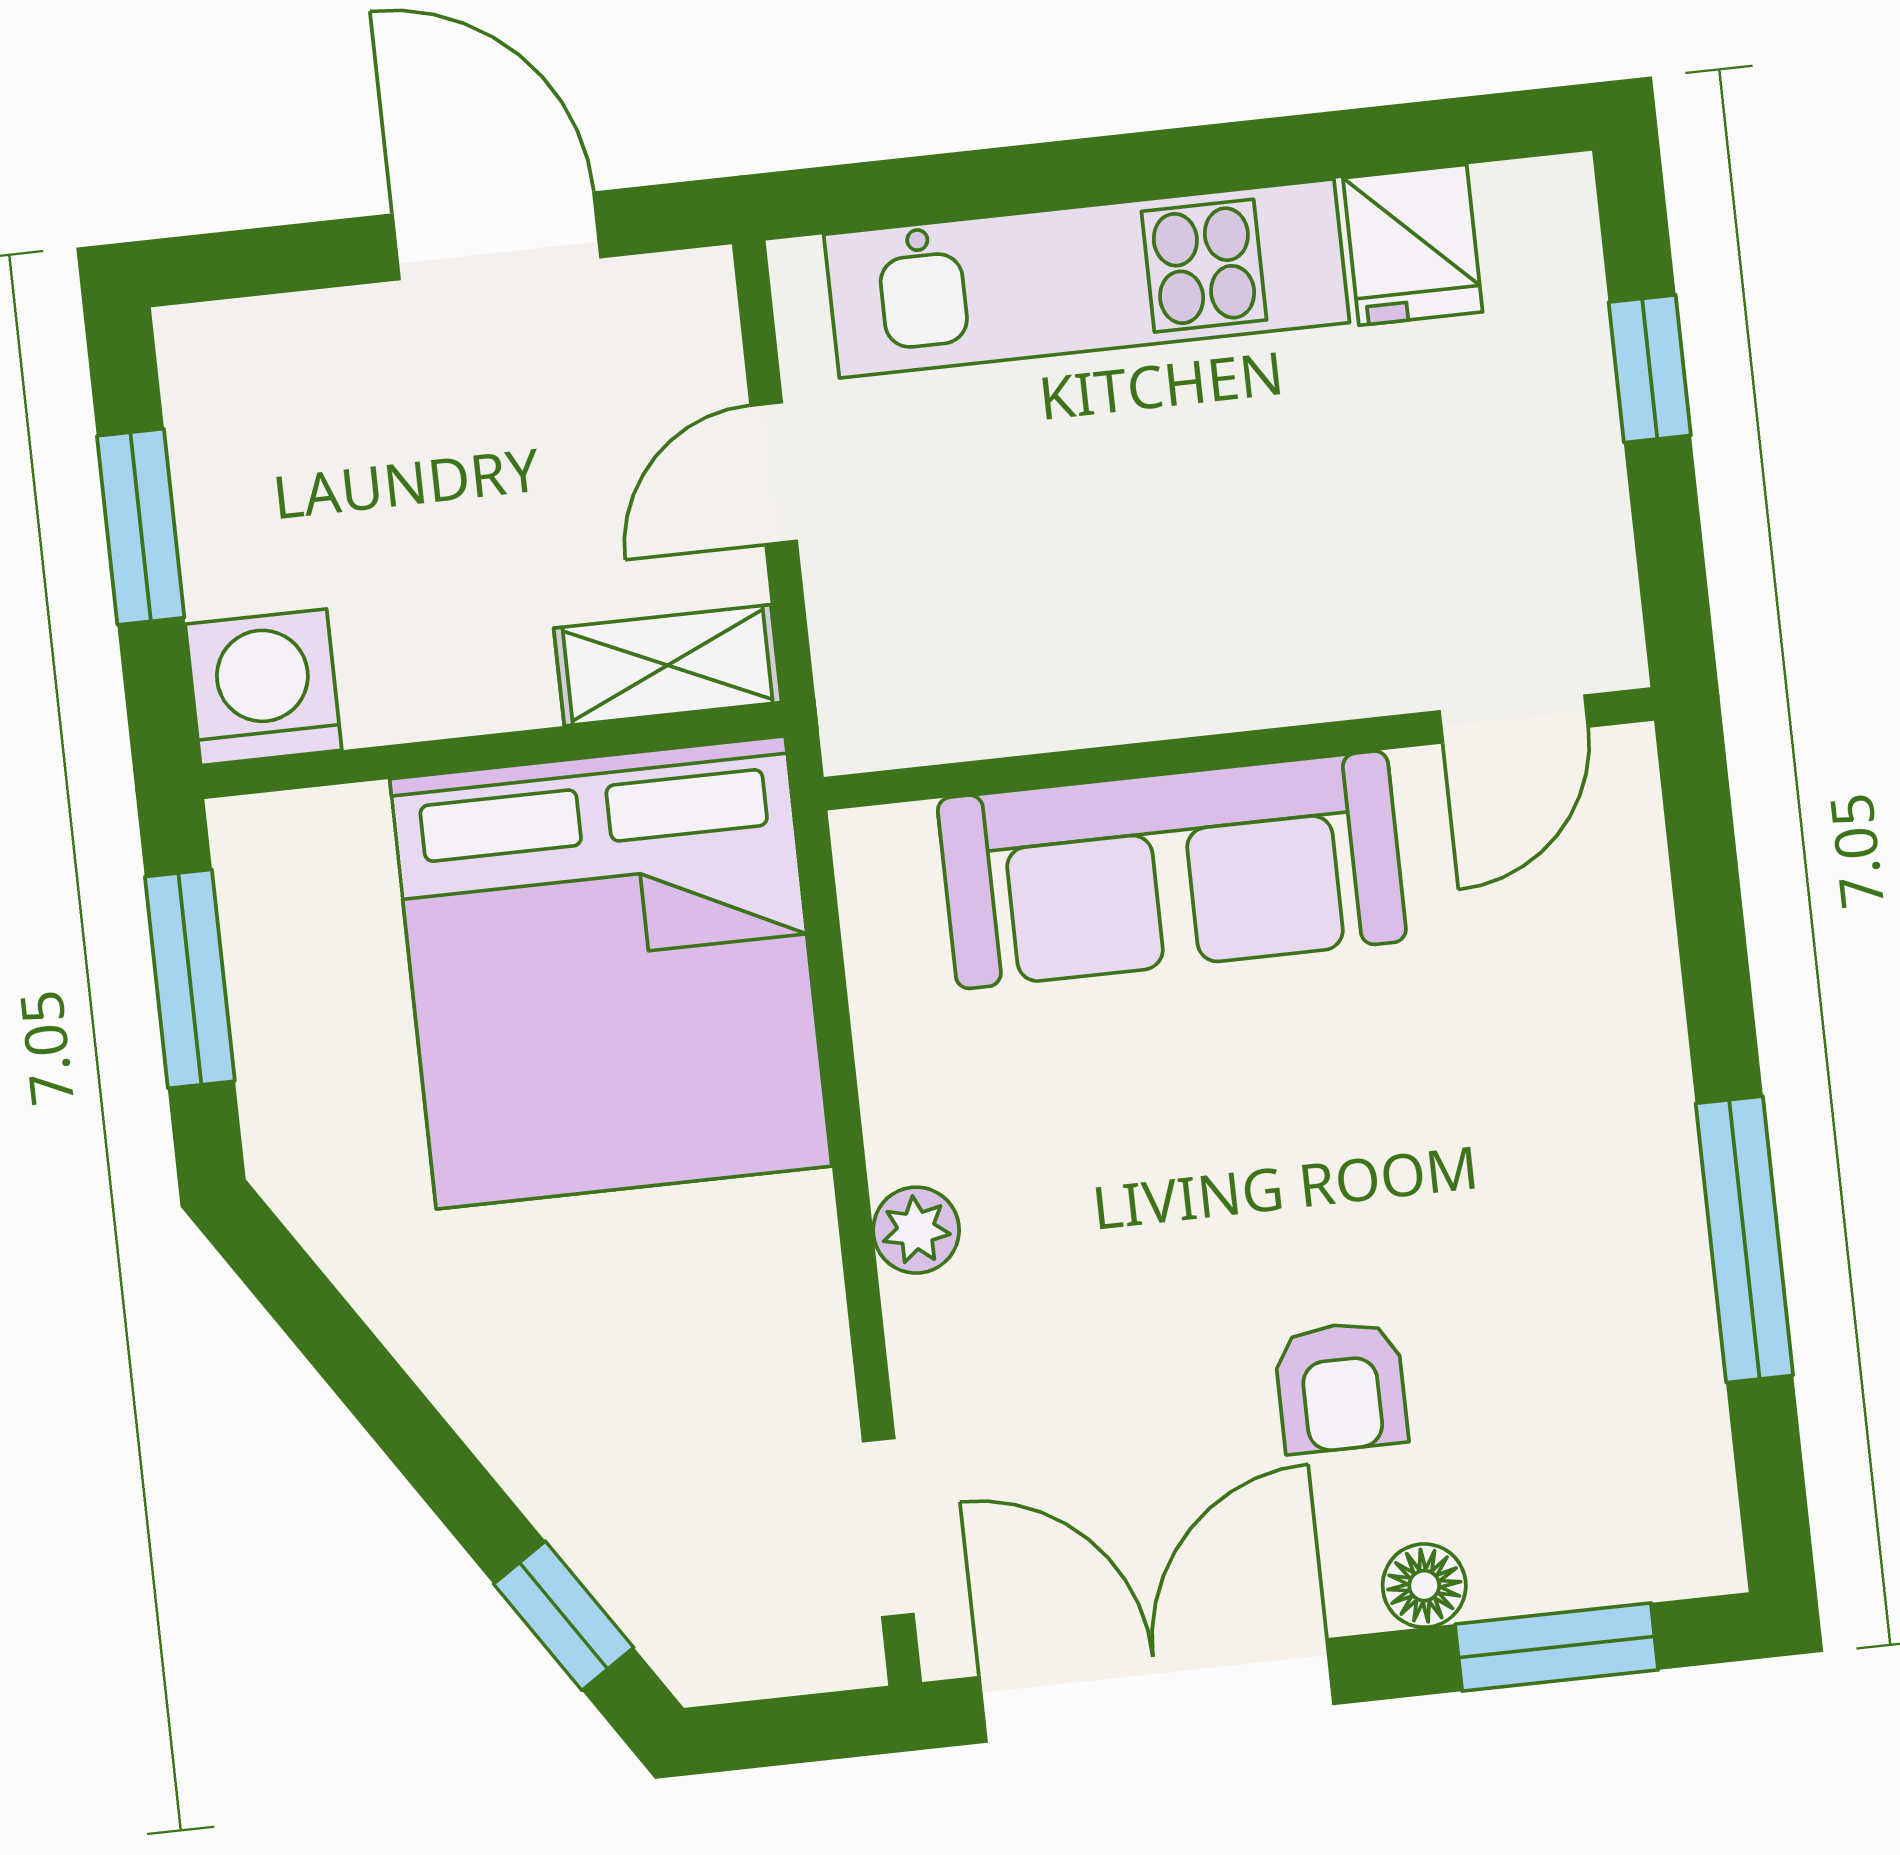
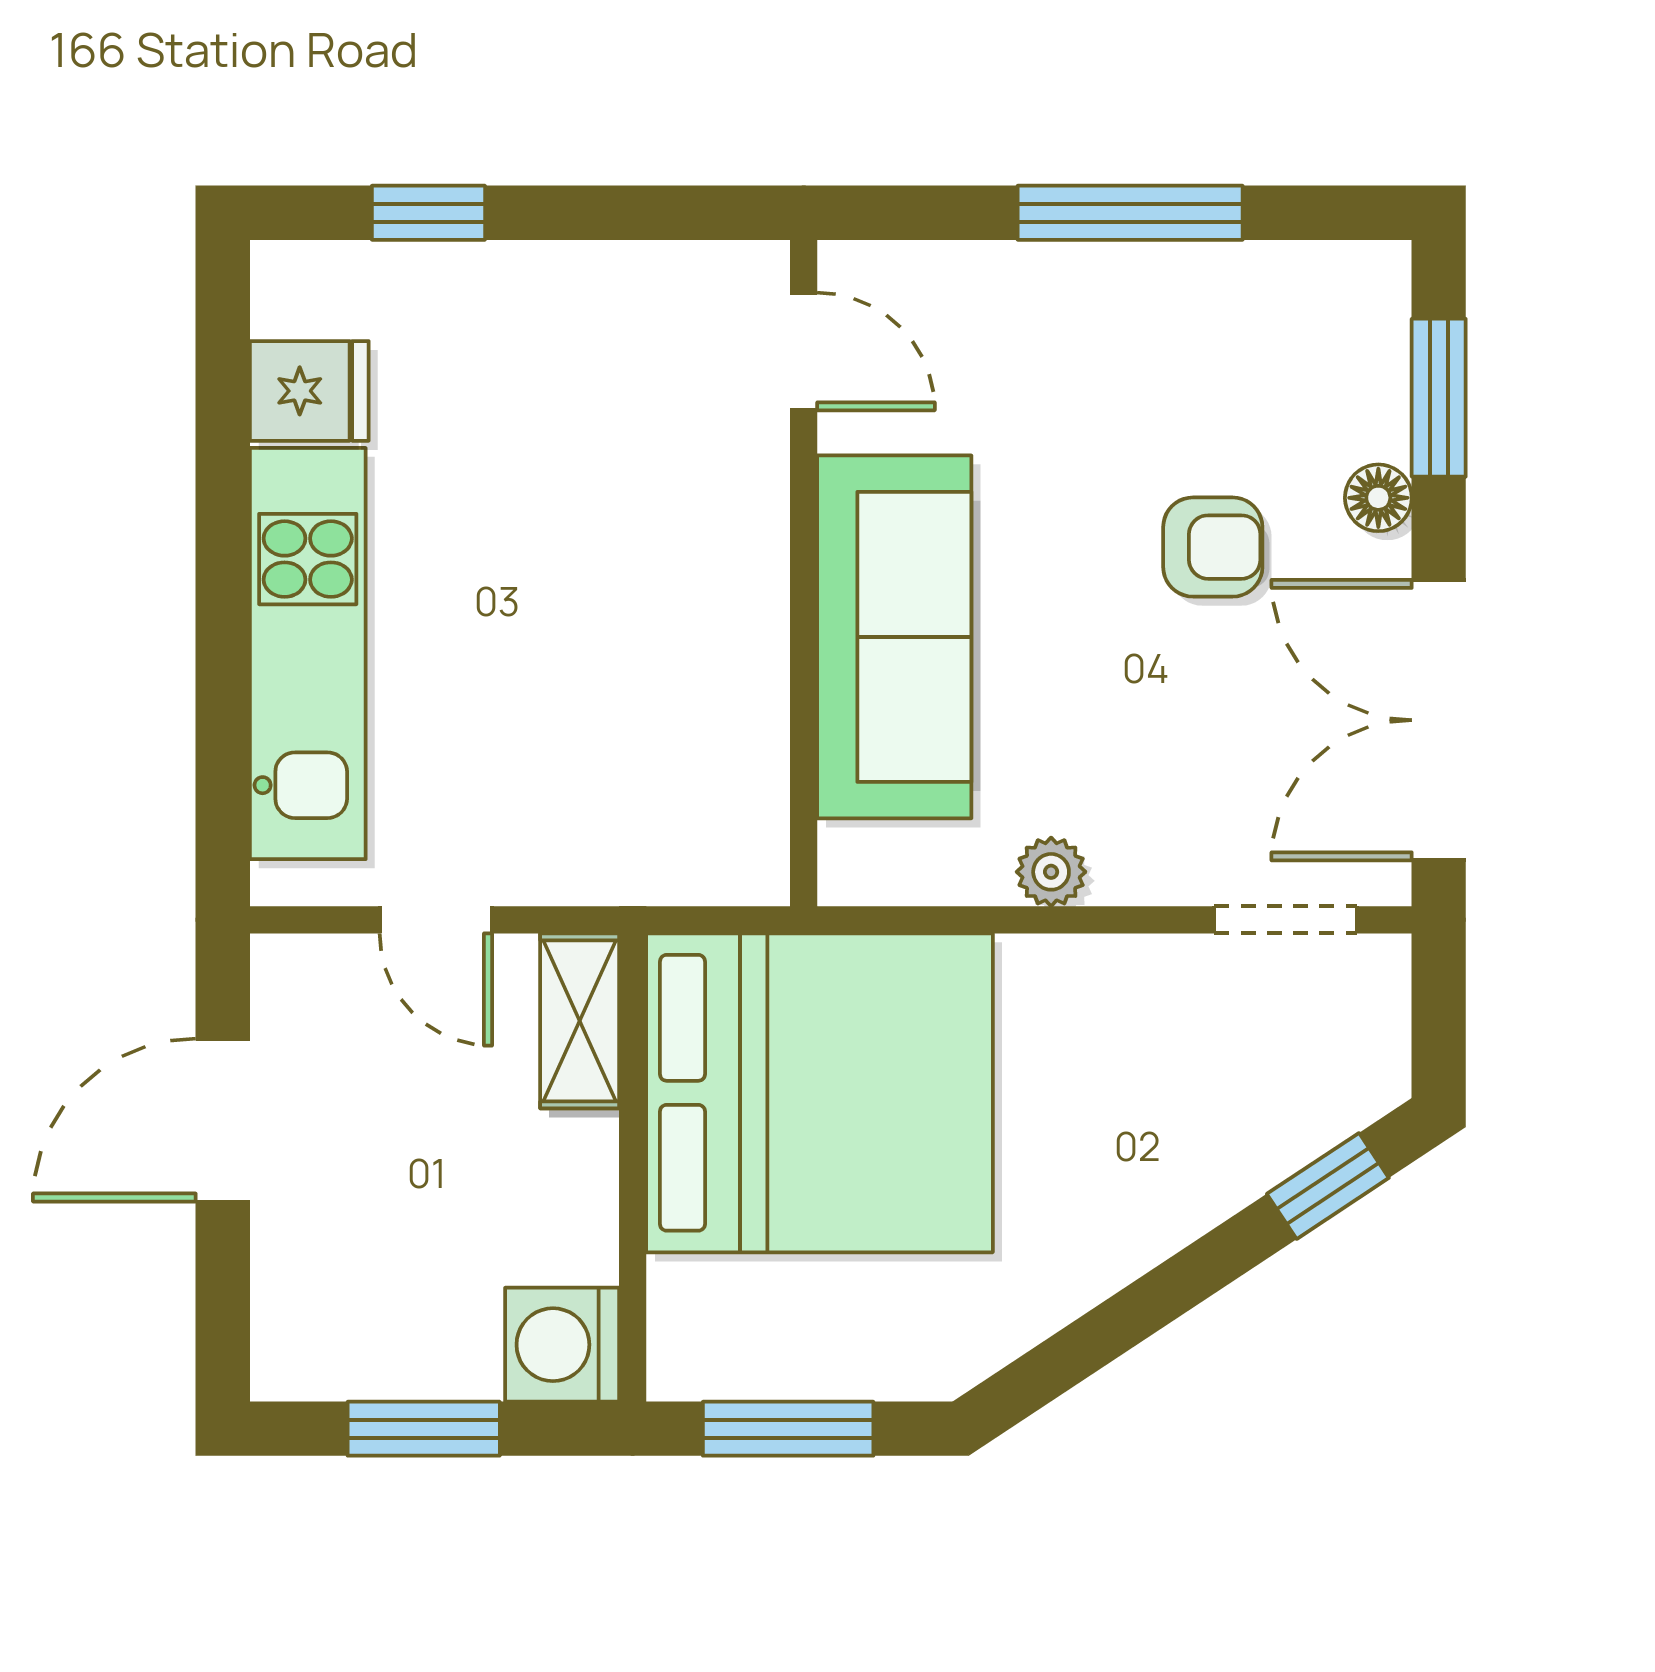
door: (1514, 719) -> (804, 352), moved
wall: (1239, 749) -> (804, 573), moved
sofa: (1172, 870) -> (894, 637), moved

